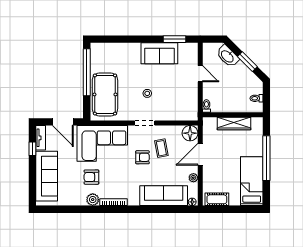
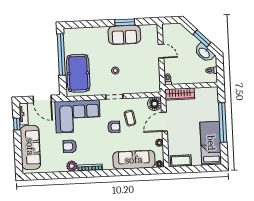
window: (174, 39) -> (125, 22), moved
washbasin: (228, 56) -> (204, 53), moved
wardrobe: (234, 124) -> (180, 94), moved

